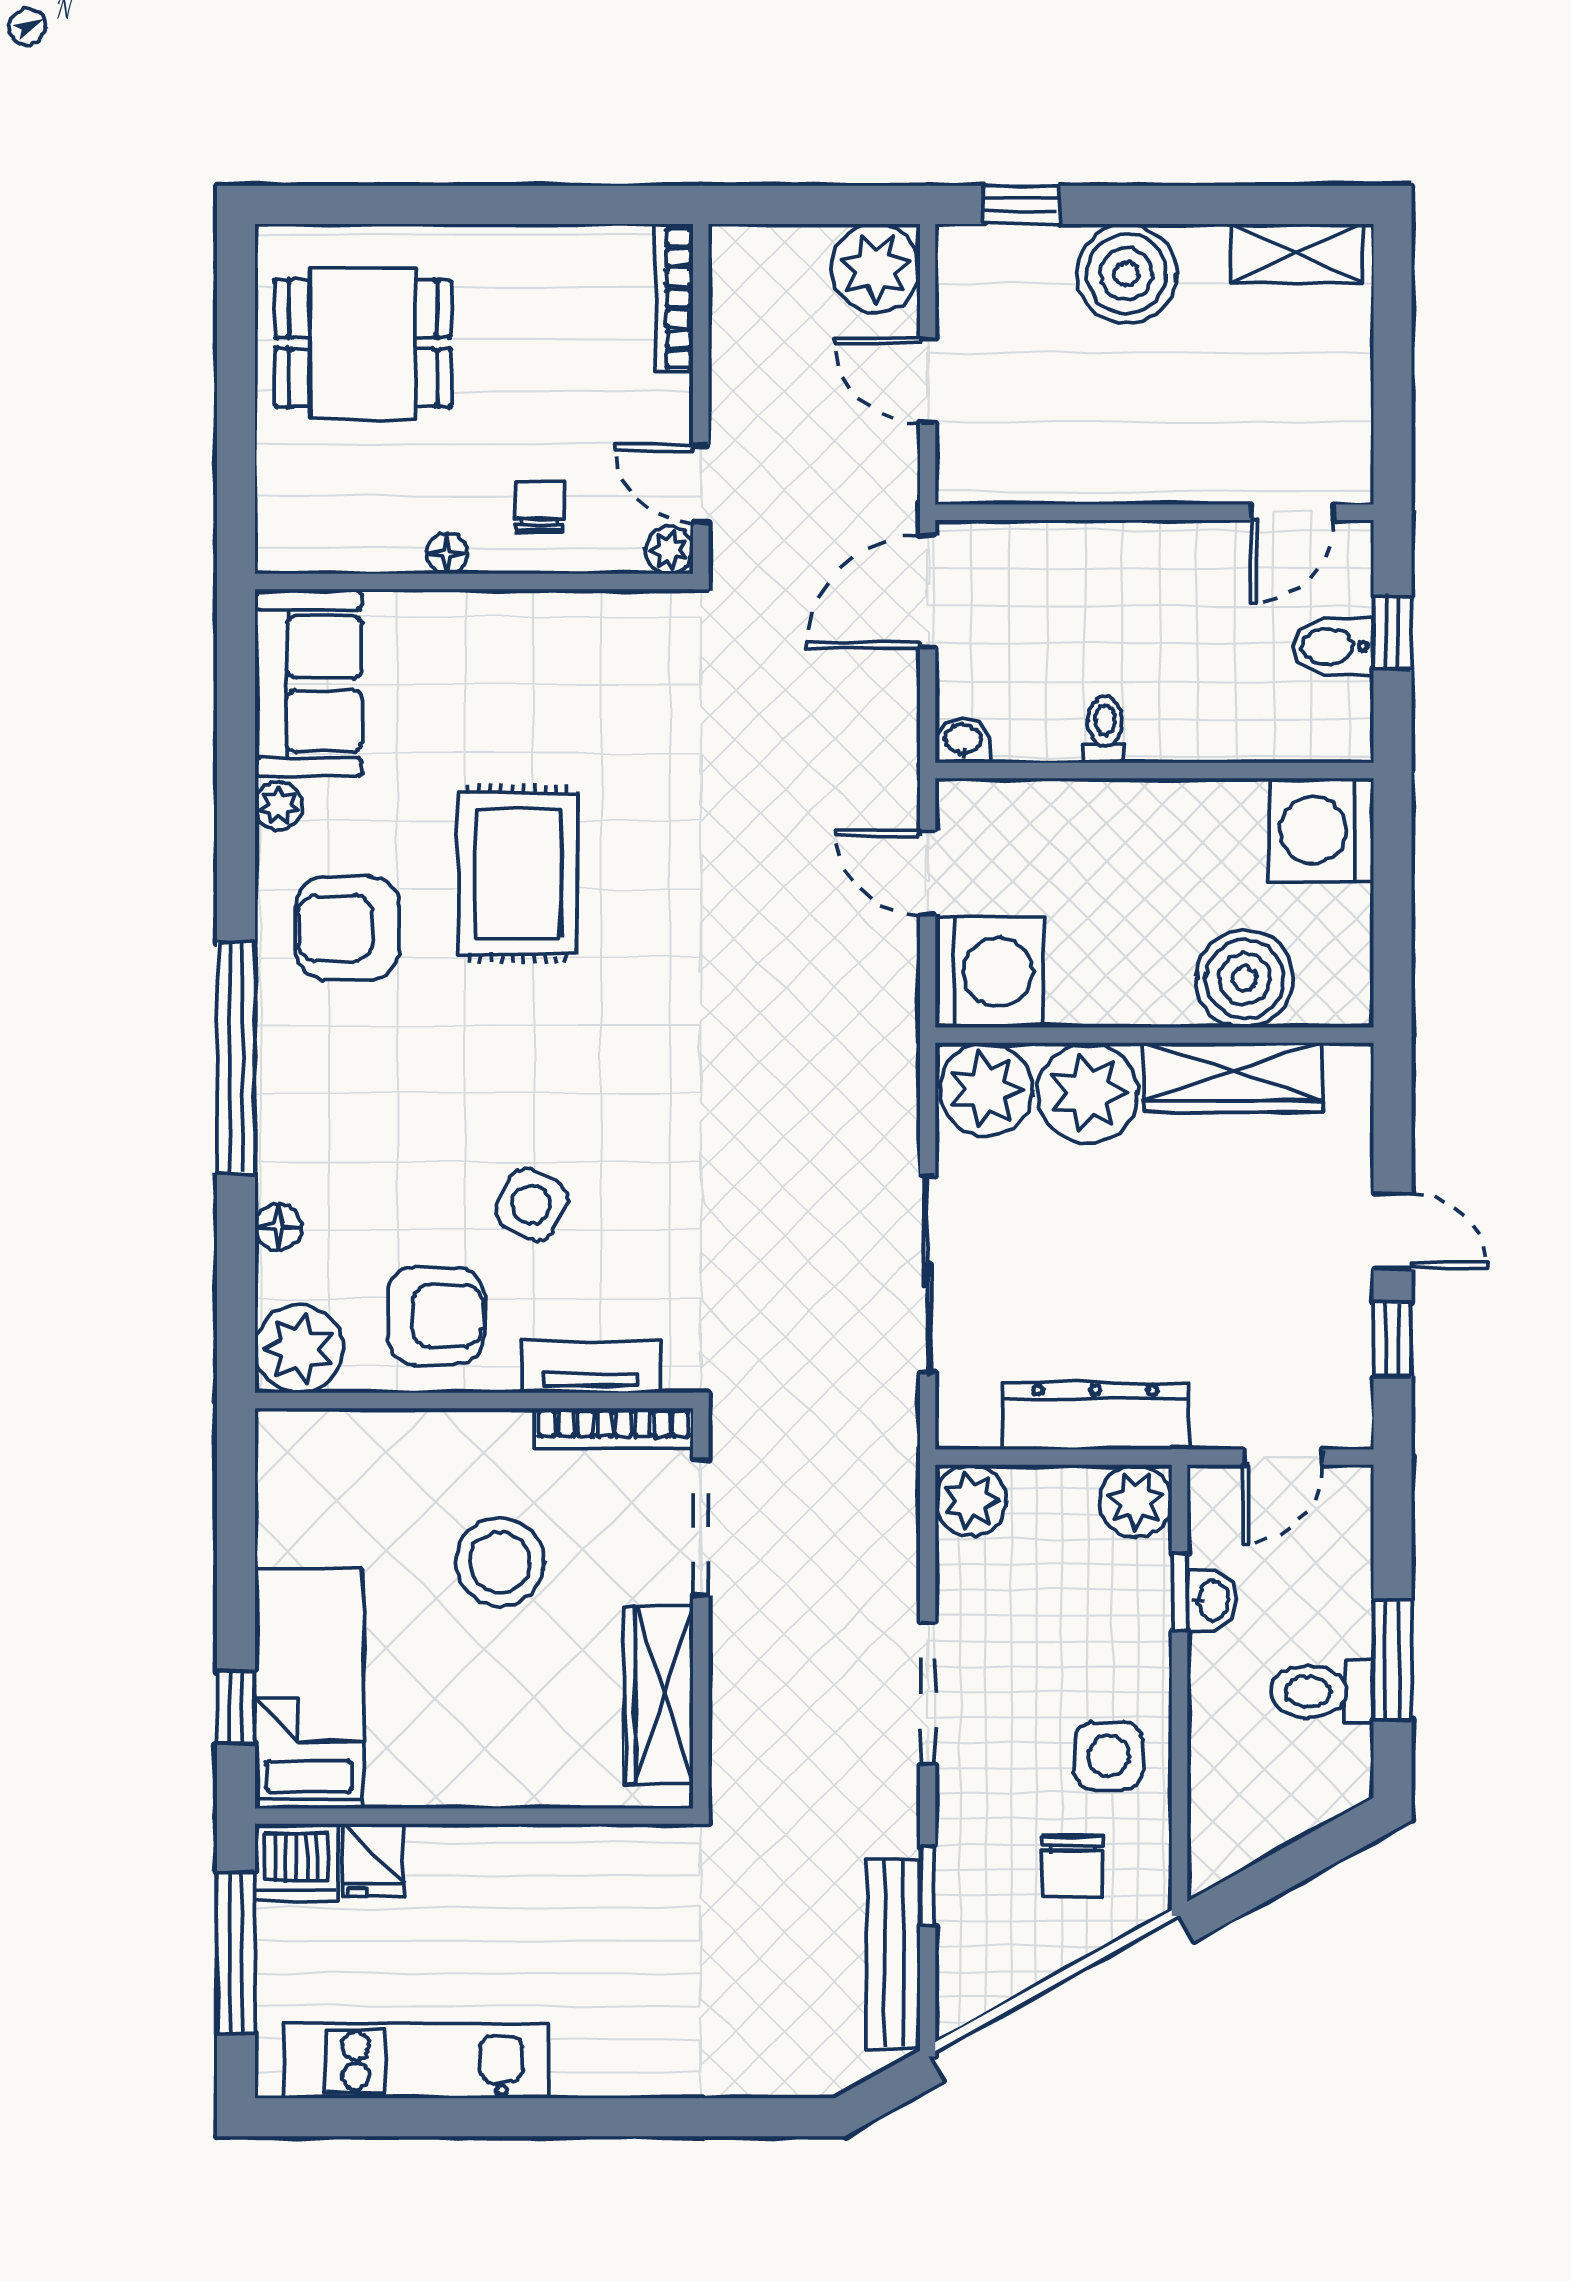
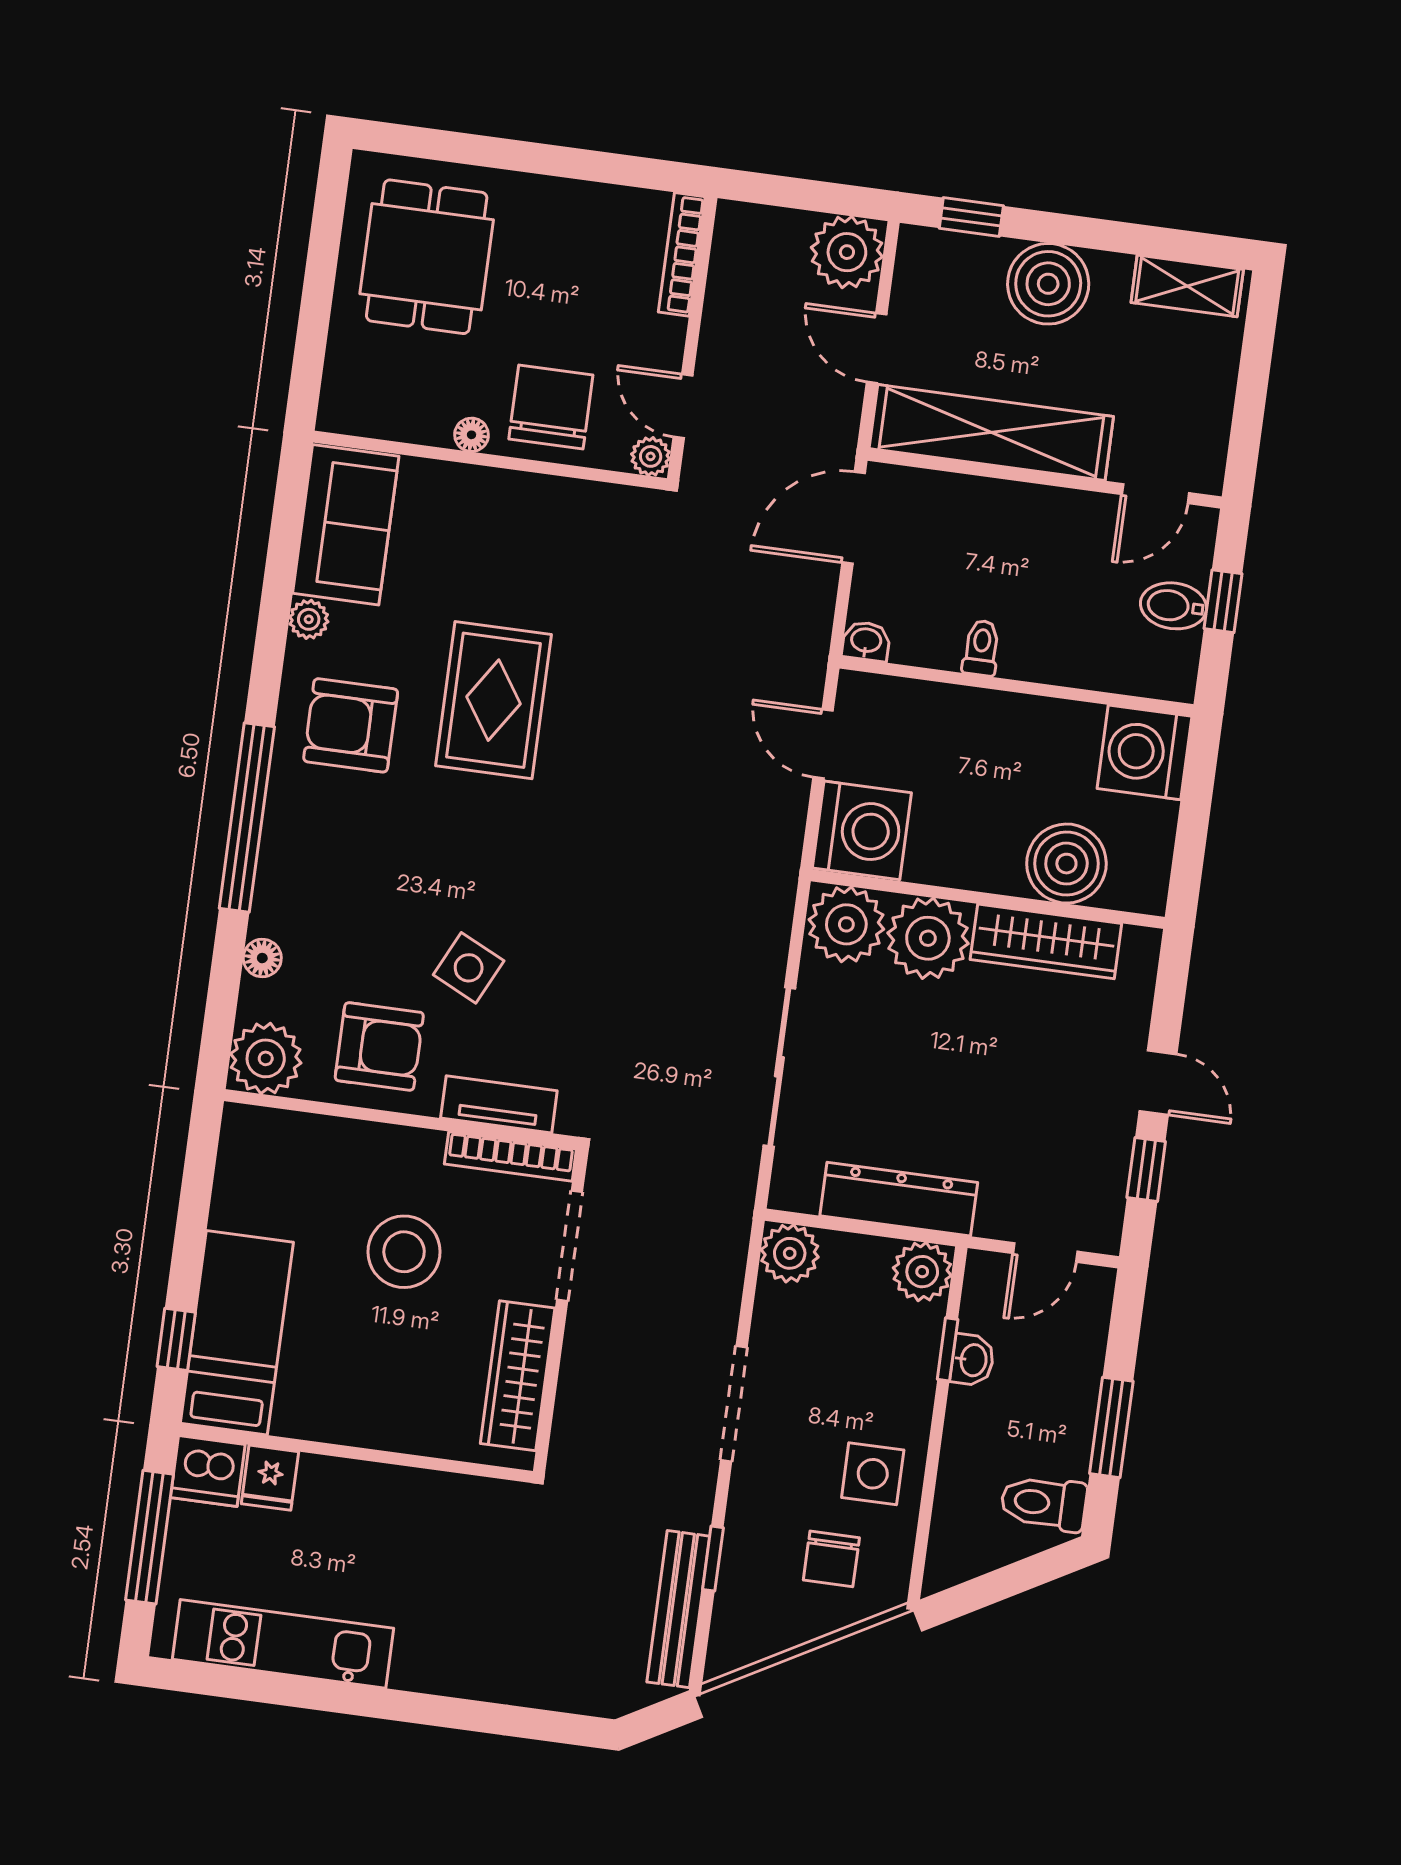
dining table: (363, 343) -> (427, 257), turned 90
shelving: (1082, 465) -> (991, 433), added
chair: (540, 506) -> (551, 407), width x1.87, depth x1.87
toilet: (1322, 1692) -> (1044, 1503), moved

